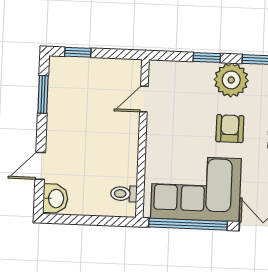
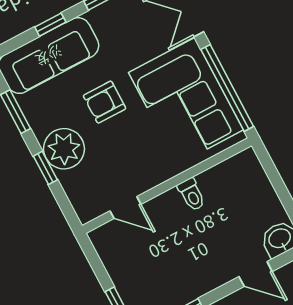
plant: (231, 80) -> (64, 149), moved
toilet: (124, 194) -> (192, 194), moved

